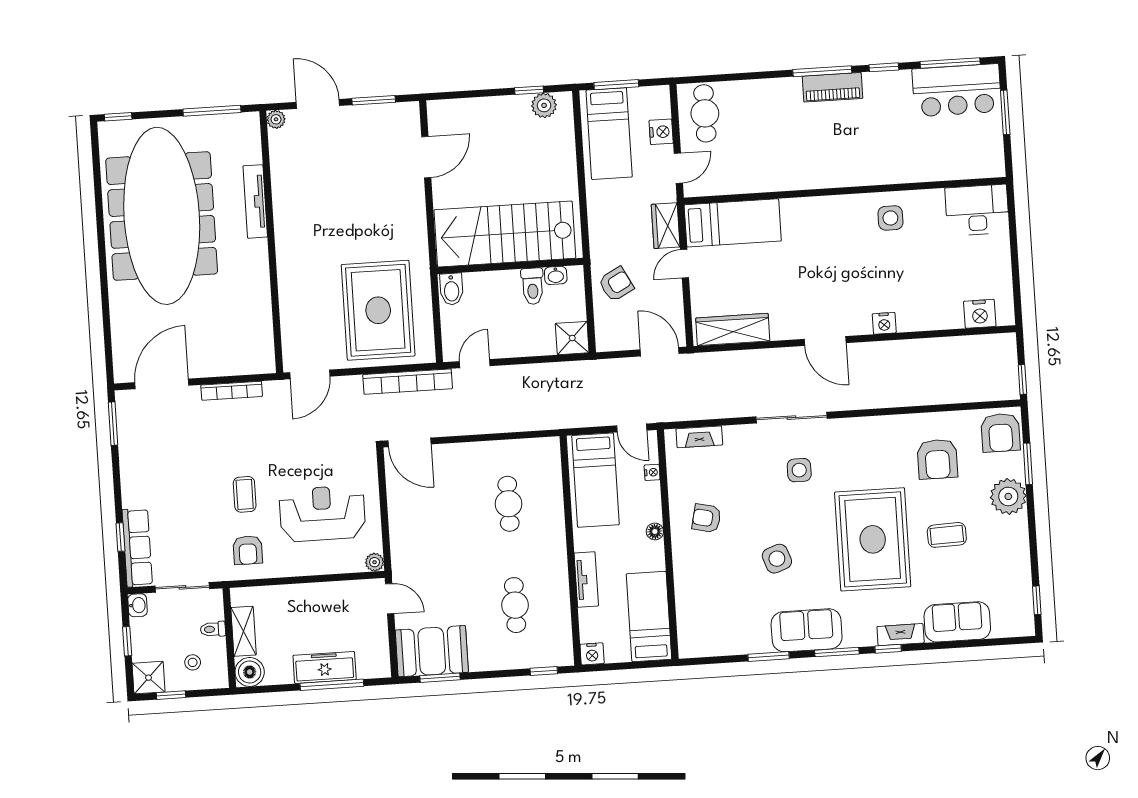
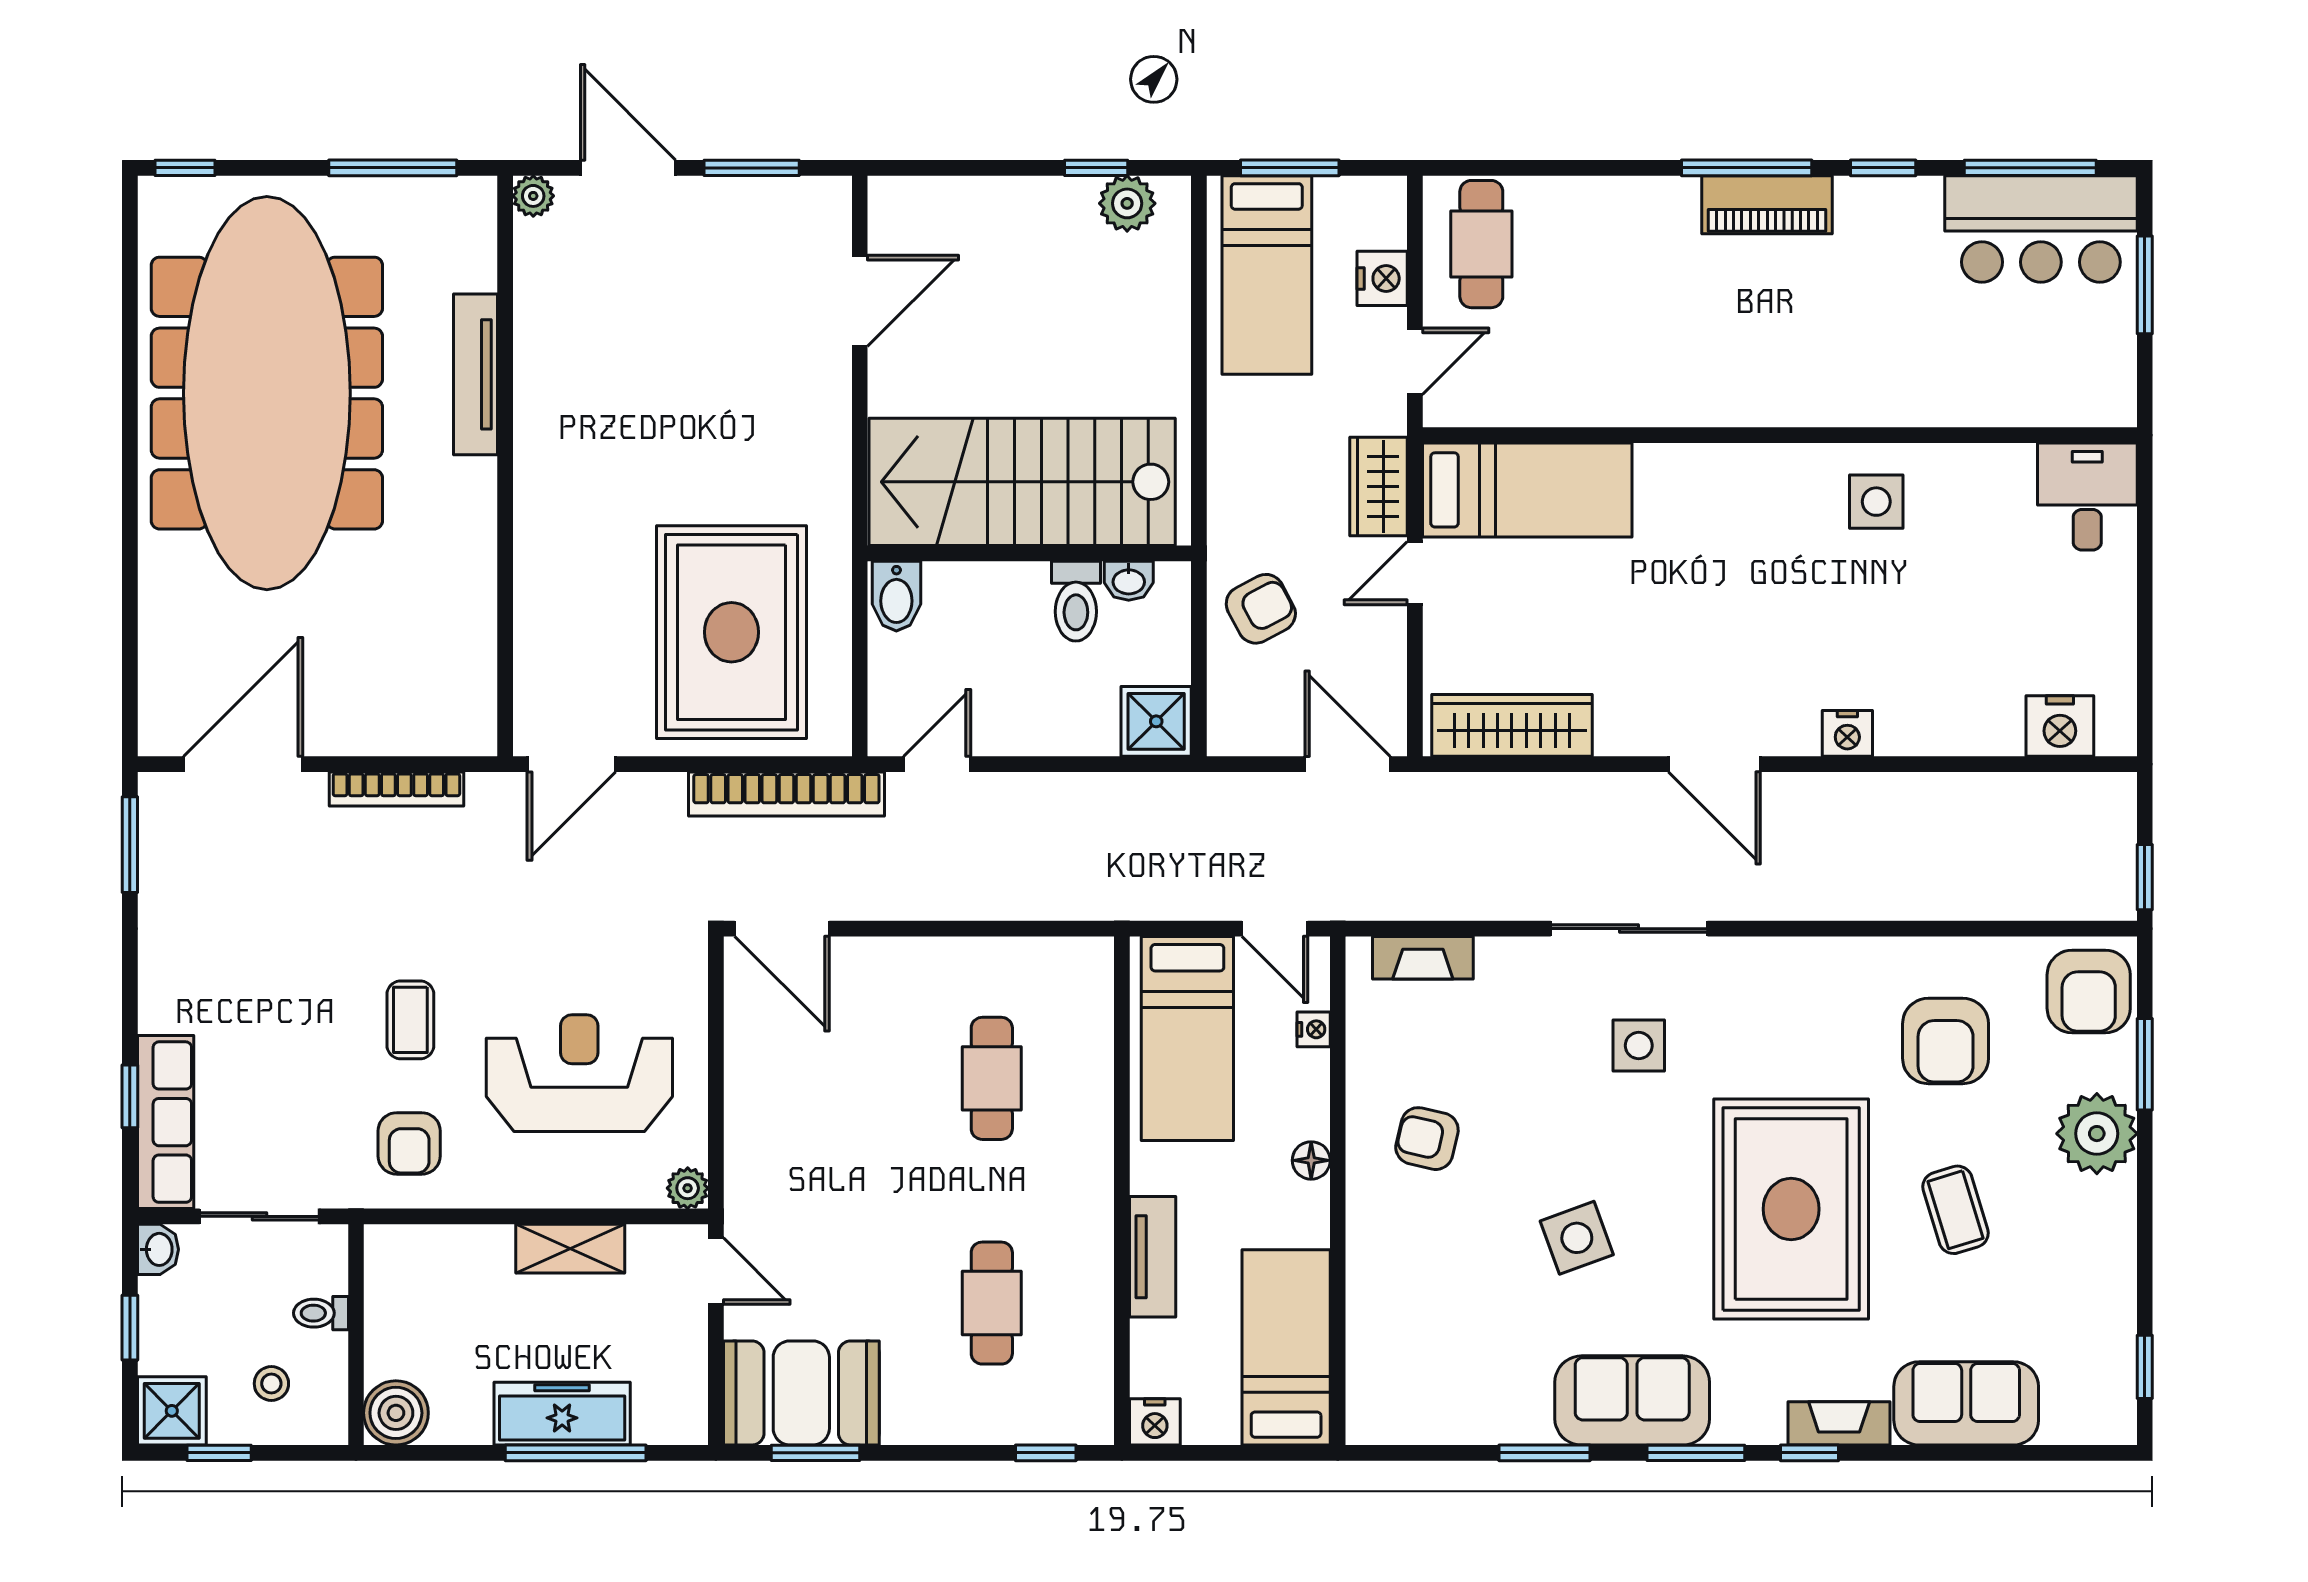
desk: (977, 210) -> (2087, 496), width x0.73
coffee table: (947, 535) -> (1956, 1210), turned 75
shelving: (243, 631) -> (570, 1249), moved, turned 90

